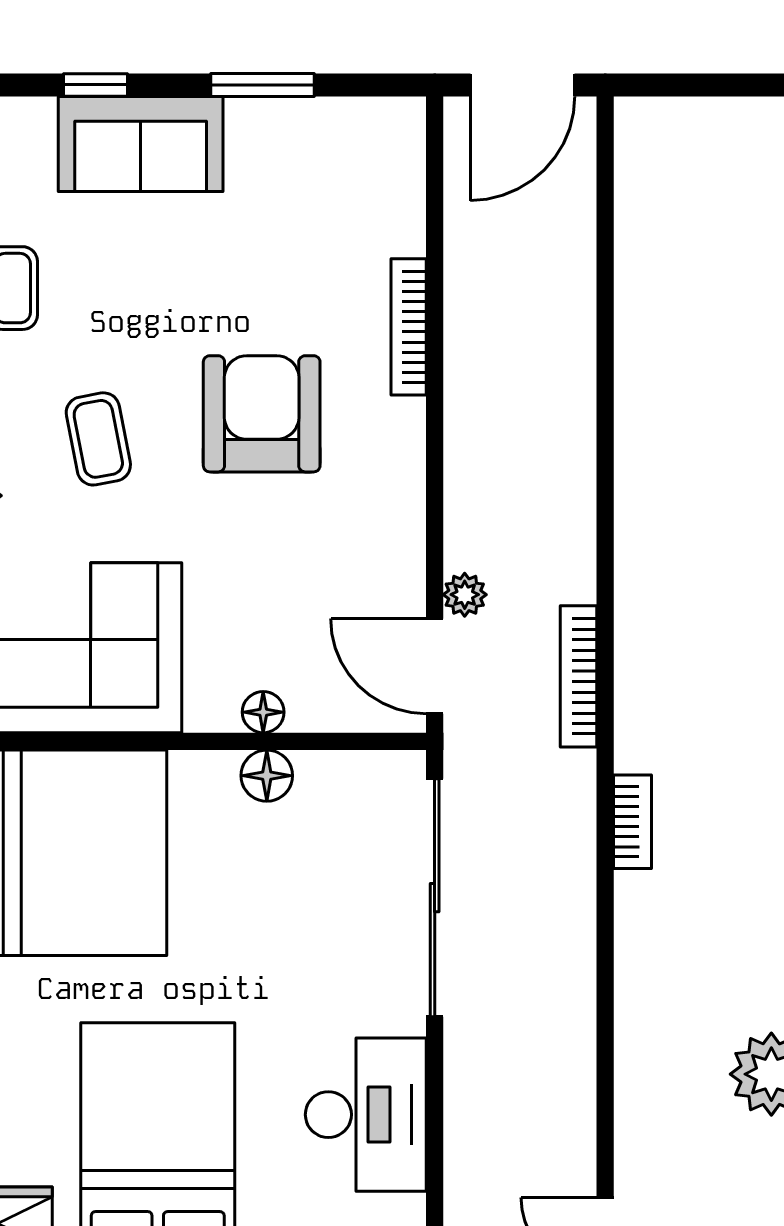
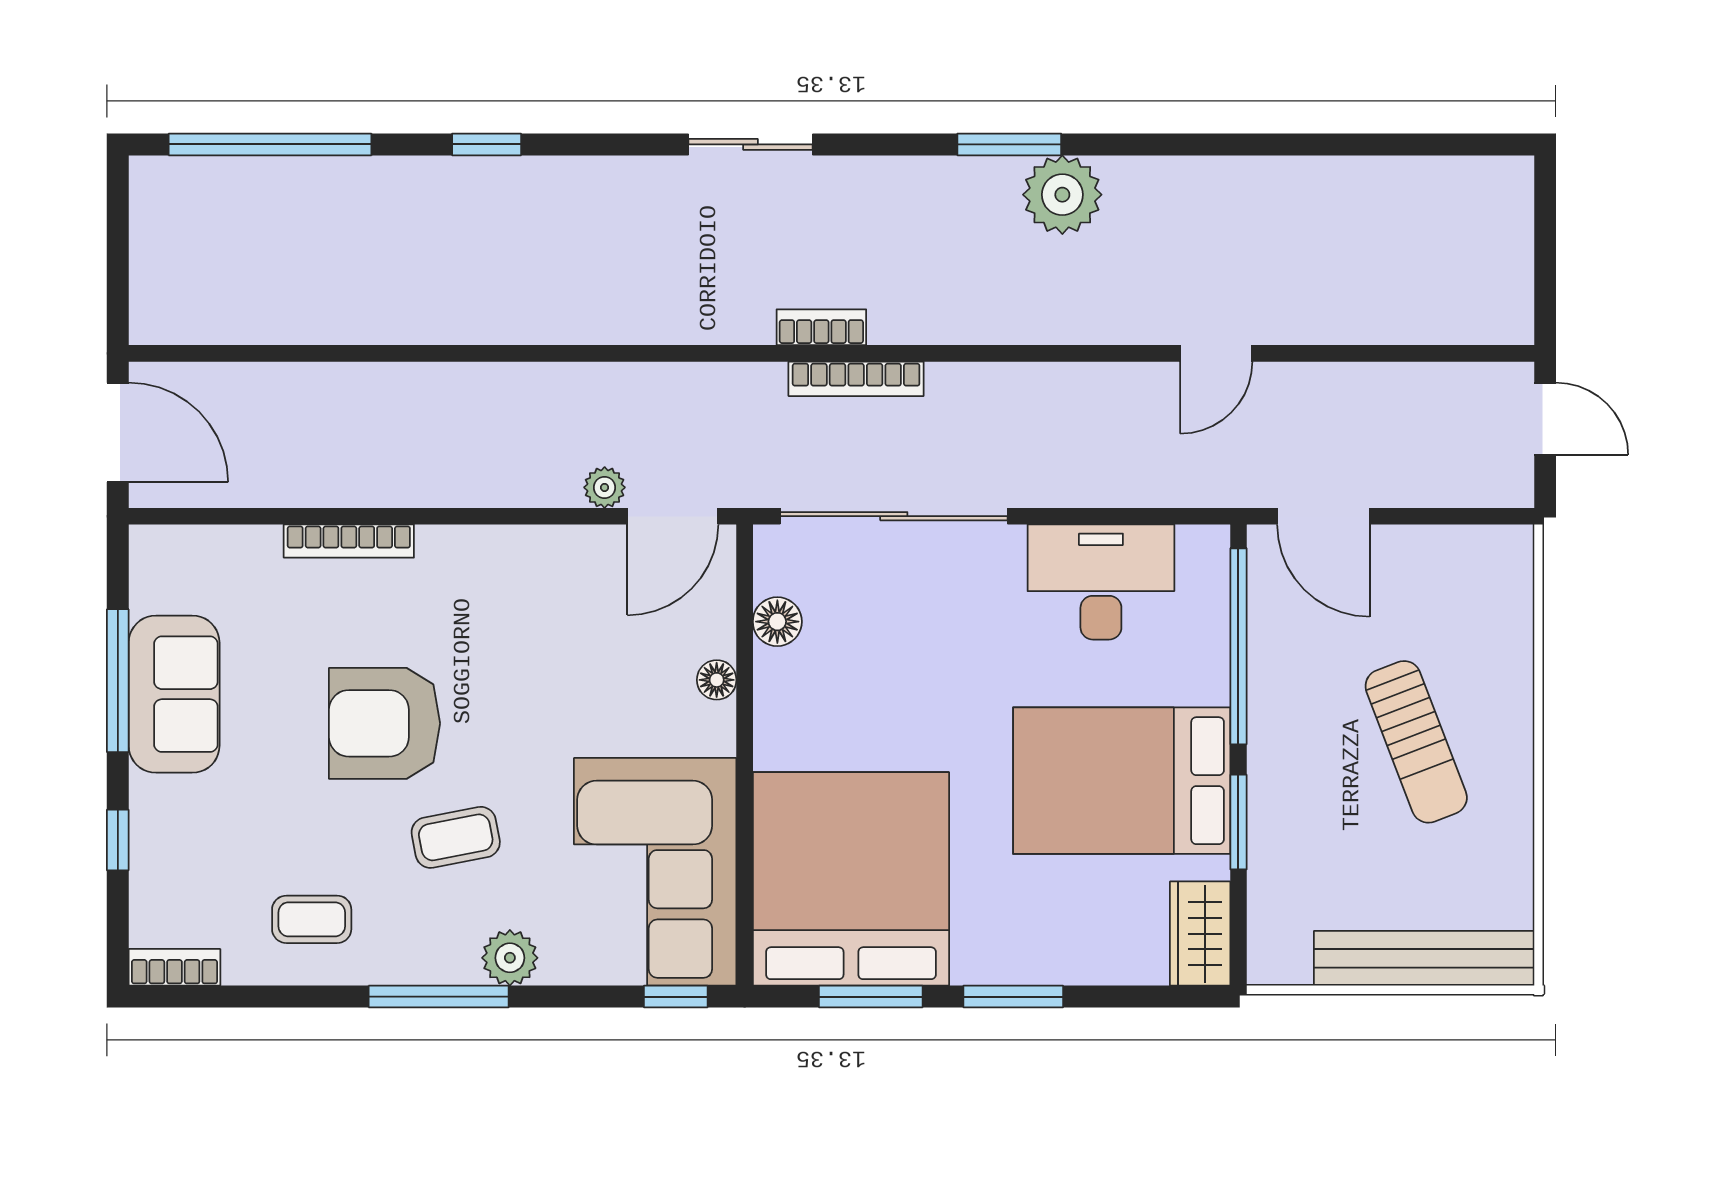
window: (262, 85) -> (118, 681), width x1.44
sofa: (141, 144) -> (174, 694), moved
armchair: (262, 414) -> (385, 723), moved
bookcase: (579, 676) -> (856, 379), moved
floor lamp: (267, 776) -> (777, 622), moved

